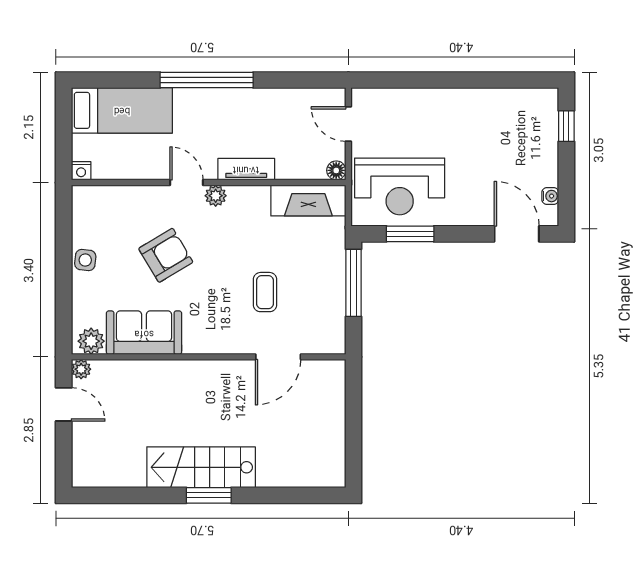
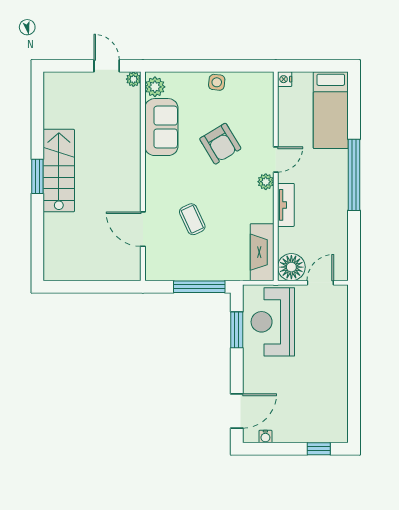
floor lamp: (336, 170) -> (291, 267), width x1.89, depth x1.89
coffee table: (265, 292) -> (192, 219), turned 65
door: (64, 404) -> (107, 66), swing flipped

